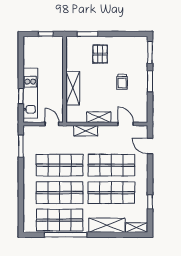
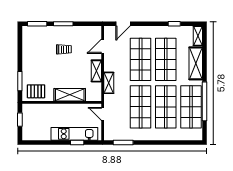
pallet: (100, 54) -> (36, 91), moved
door: (52, 124) -> (103, 114), hinge flipped

